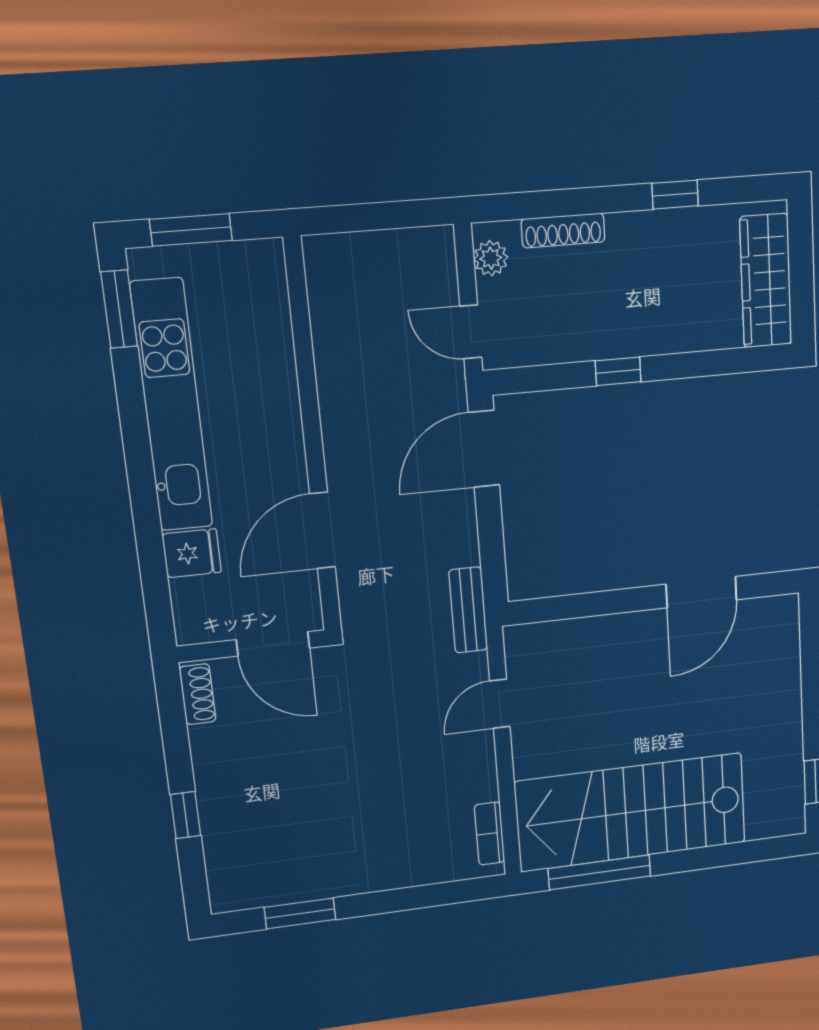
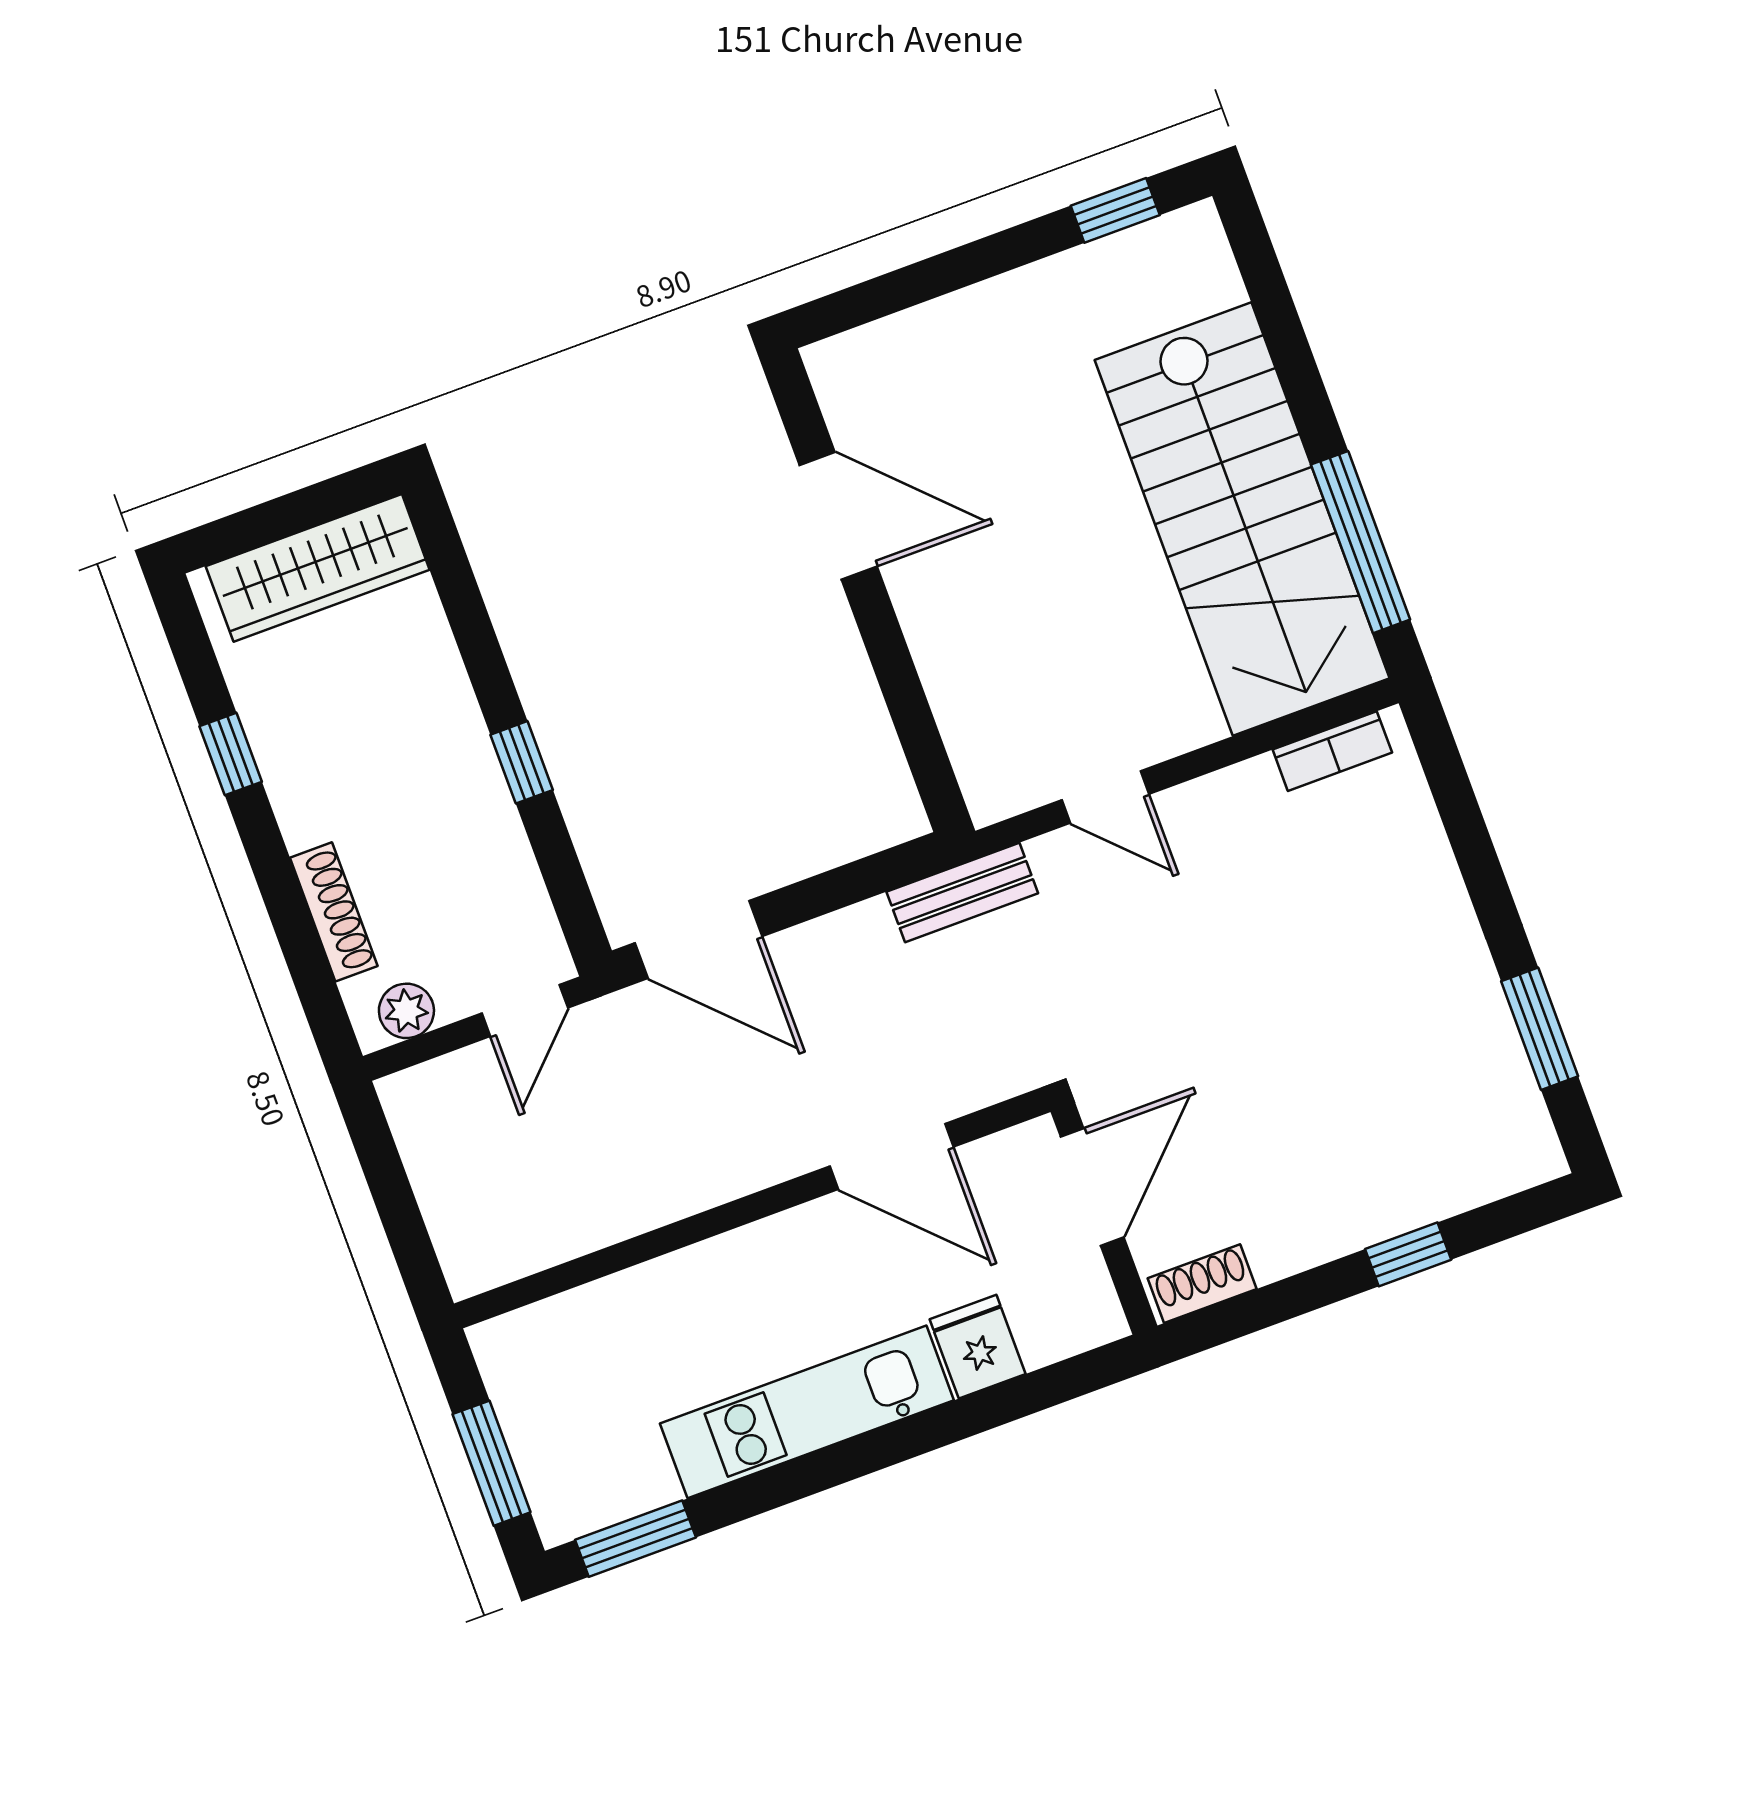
kitchen unit: (172, 406) -> (807, 1412), width x0.73

